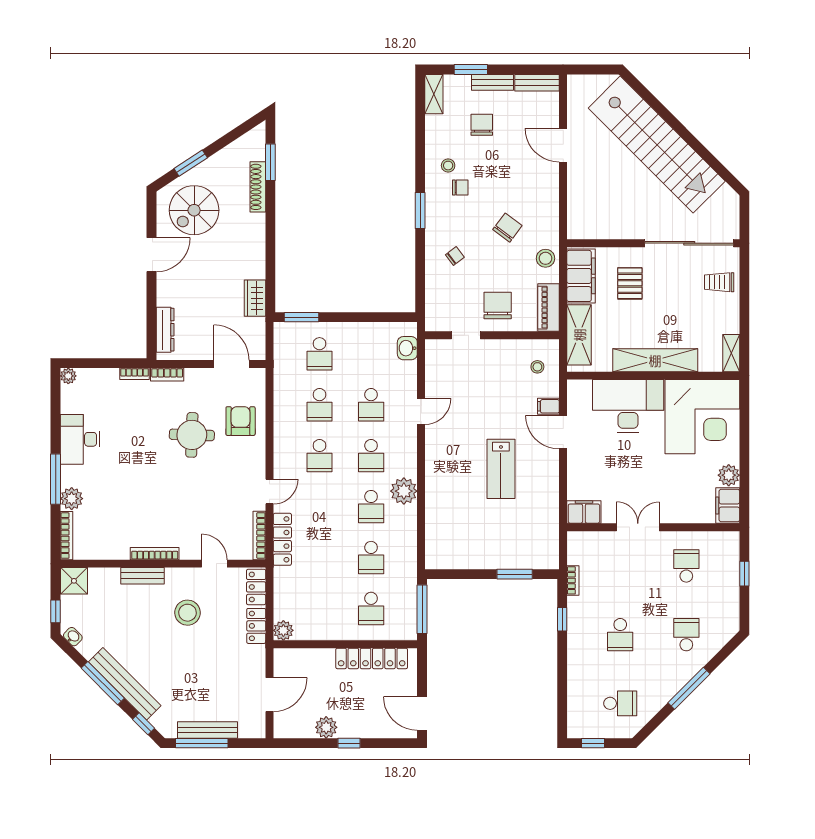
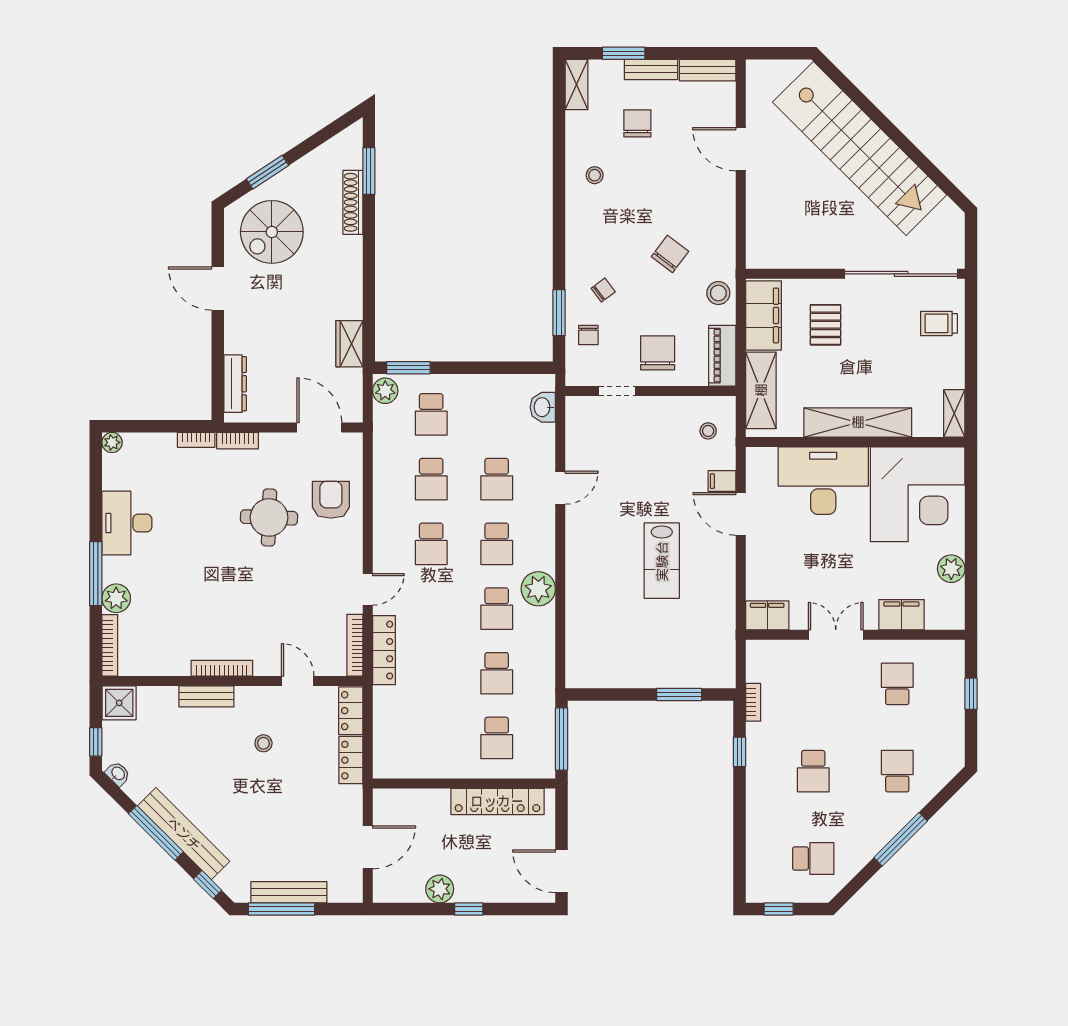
chair: (460, 187) -> (588, 335), moved, turned 90
window: (420, 210) -> (559, 313), moved
door: (151, 255) -> (218, 288), swing flipped
filing cabinet: (728, 505) -> (901, 615), moved, turned 90
stool: (187, 613) -> (263, 743), width x0.53, depth x0.53
plant: (283, 630) -> (385, 391), moved

